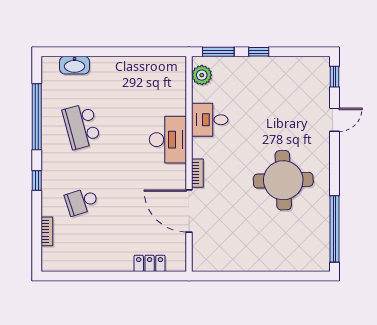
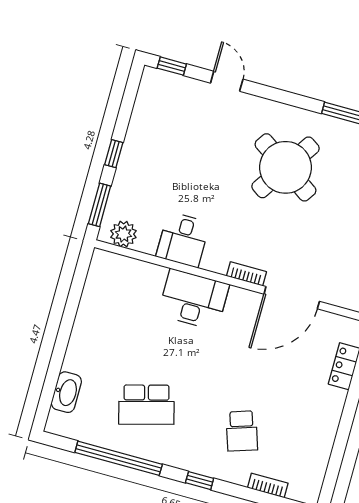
round table: (283, 180) -> (286, 167), turned 36

